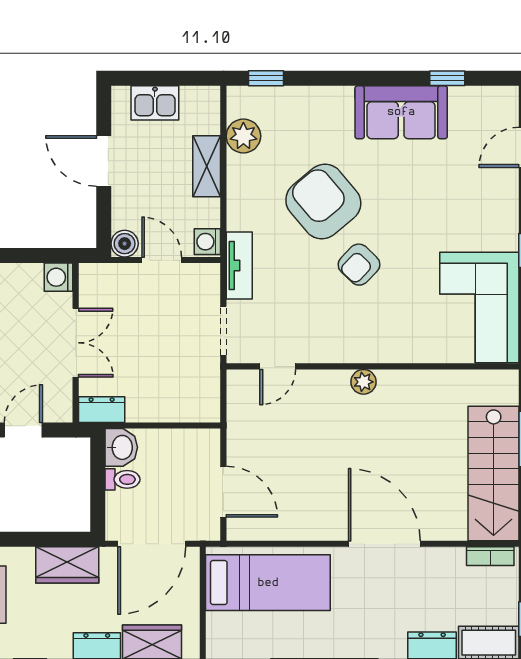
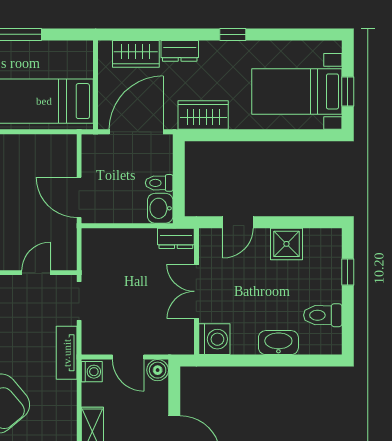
washing machine: (59, 277) -> (214, 339), width x1.38, depth x1.38
door: (223, 492) -> (79, 197), moved

